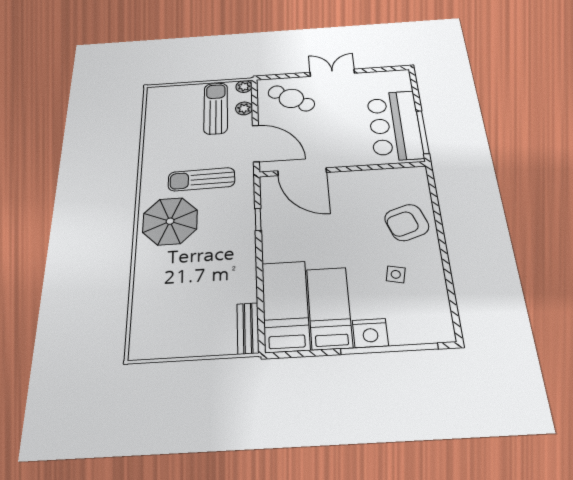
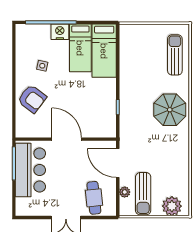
plant: (244, 87) -> (172, 206), moved, width x1.88, depth x1.88
cafe table: (291, 98) -> (94, 198), turned 51
door: (302, 172) -> (67, 139), moved
sun lounger: (201, 179) -> (175, 55), moved, turned -89
armchair: (407, 223) -> (32, 99), turned 56
bench: (248, 328) -> (125, 39), removed

